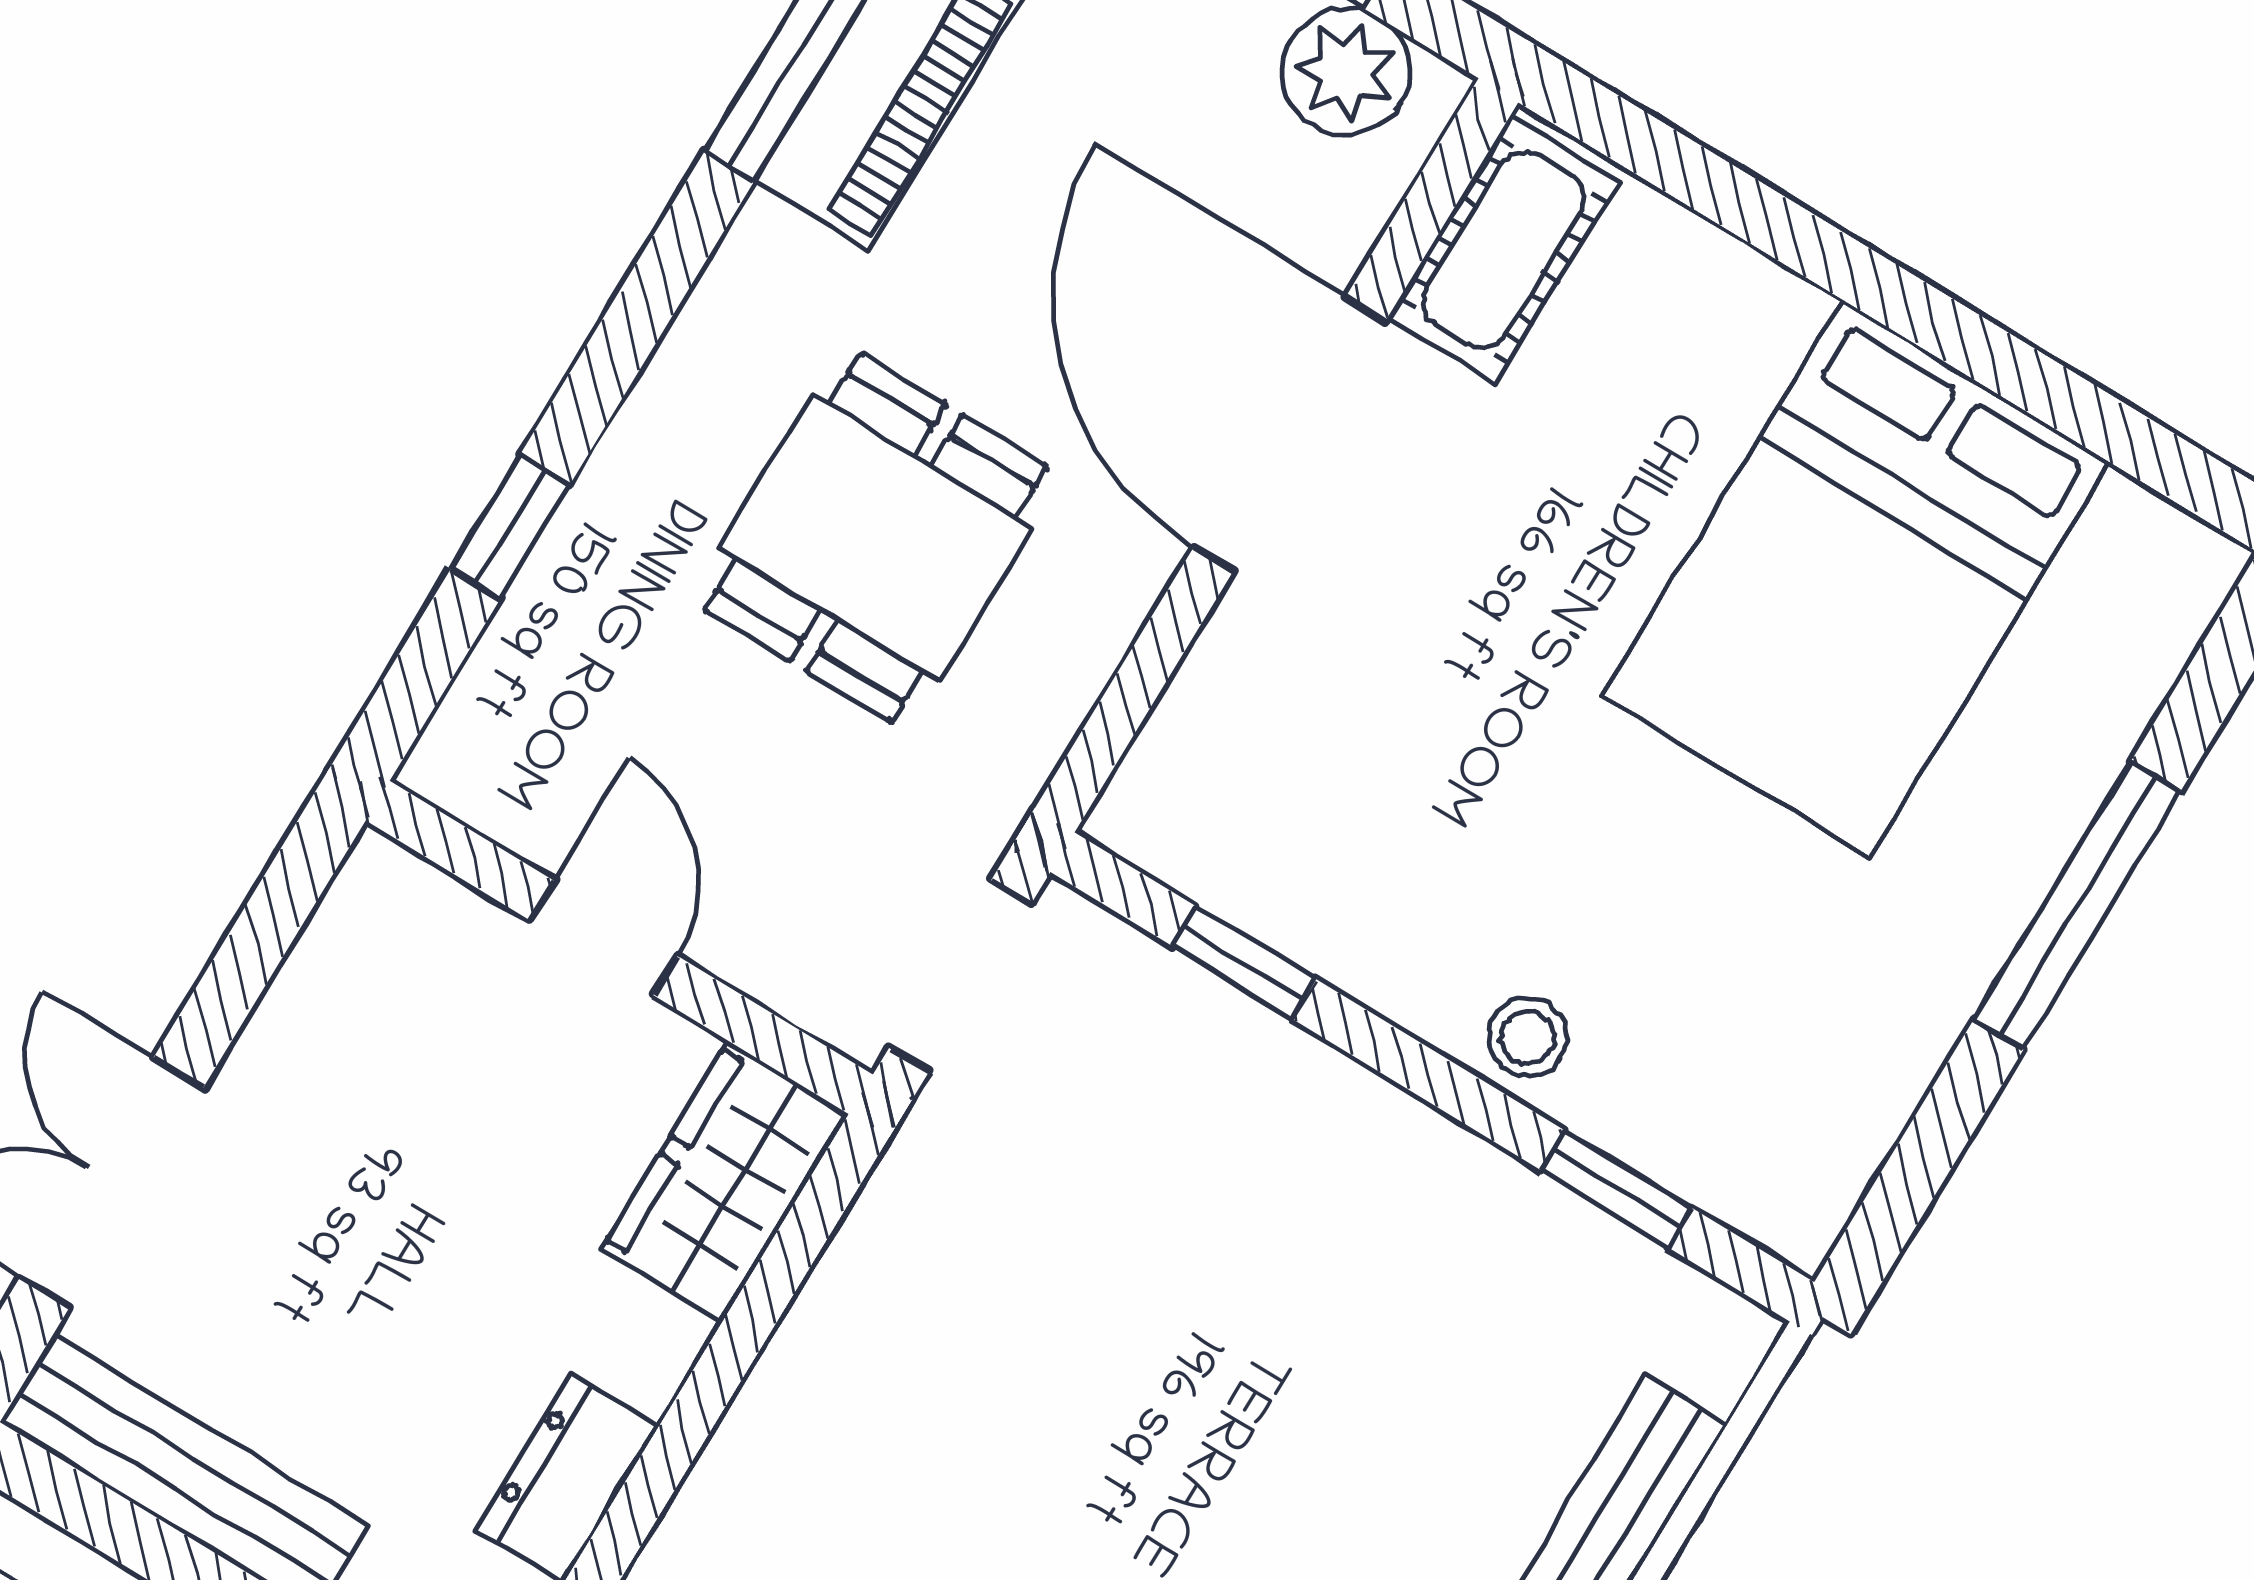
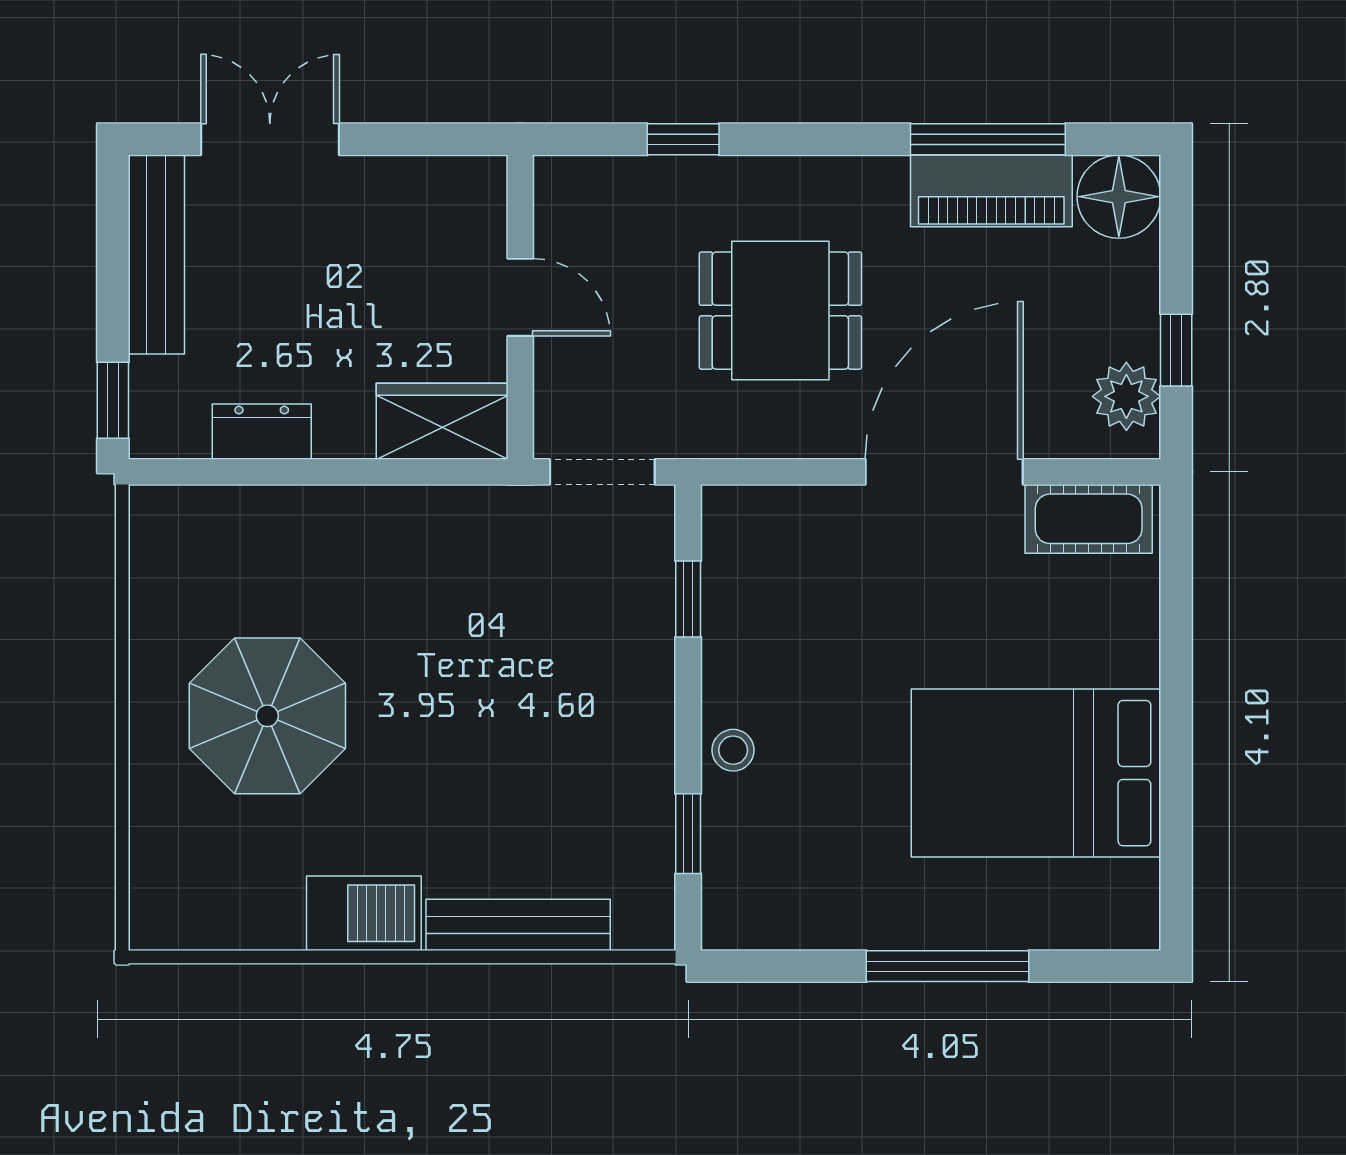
door: (604, 938) -> (520, 297), hinge flipped

